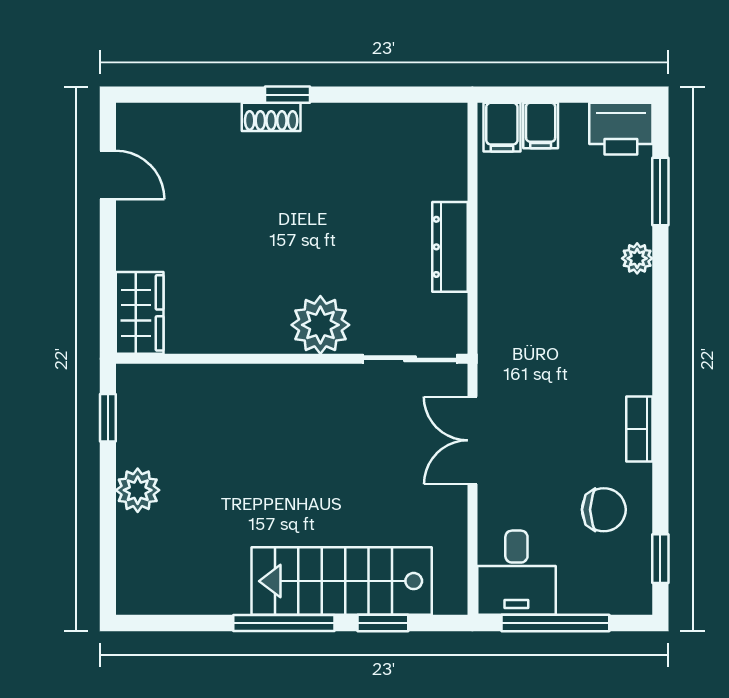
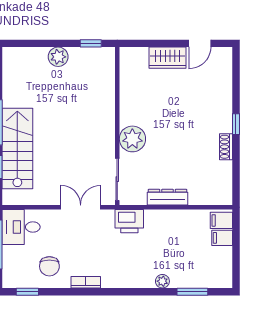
shoe rack: (271, 117) -> (226, 147), moved
printer: (621, 129) -> (129, 221), moved, turned -90
wardrobe: (140, 313) -> (168, 58), moved

